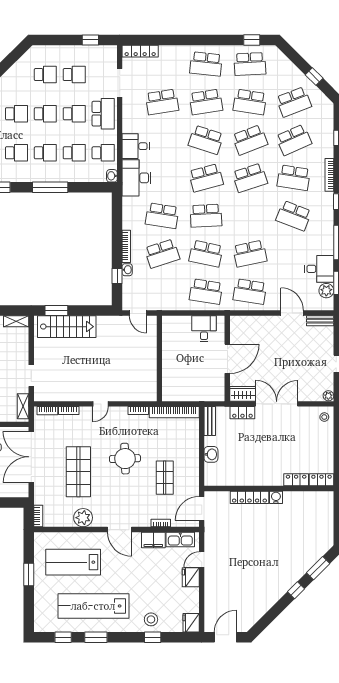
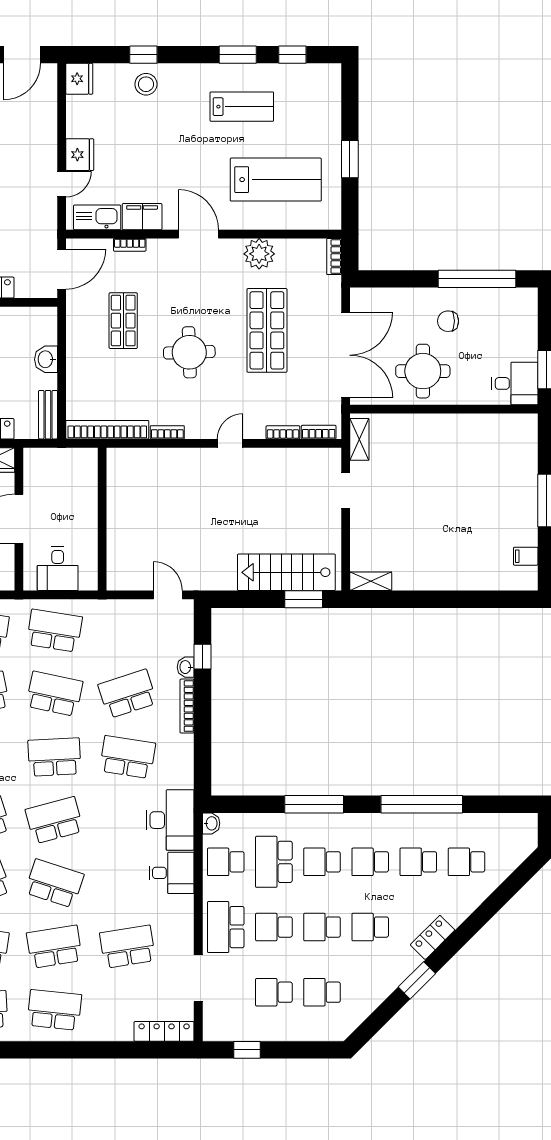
school desk: (74, 153) -> (274, 862), width x1.85
wall: (159, 358) -> (102, 519), moved
lab bench: (93, 606) -> (242, 107), width x0.54, depth x0.72

